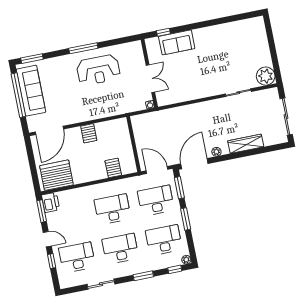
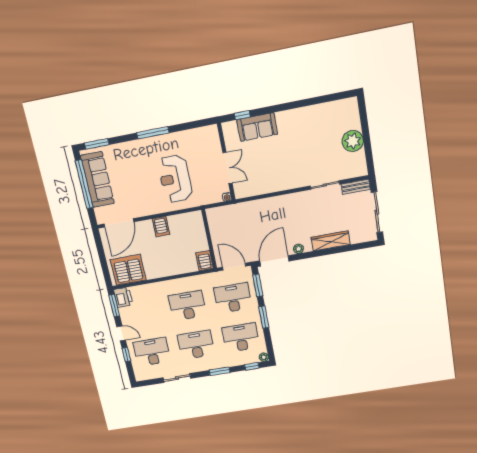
reception desk: (98, 70) -> (175, 179), moved, turned 90
plant: (266, 76) -> (353, 141), moved
bench: (266, 94) -> (356, 187), added
server rack: (113, 168) -> (205, 261), moved

